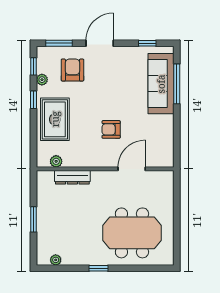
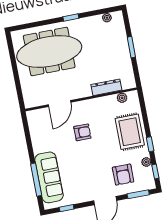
meeting table: (132, 233) -> (49, 51), width x1.36

